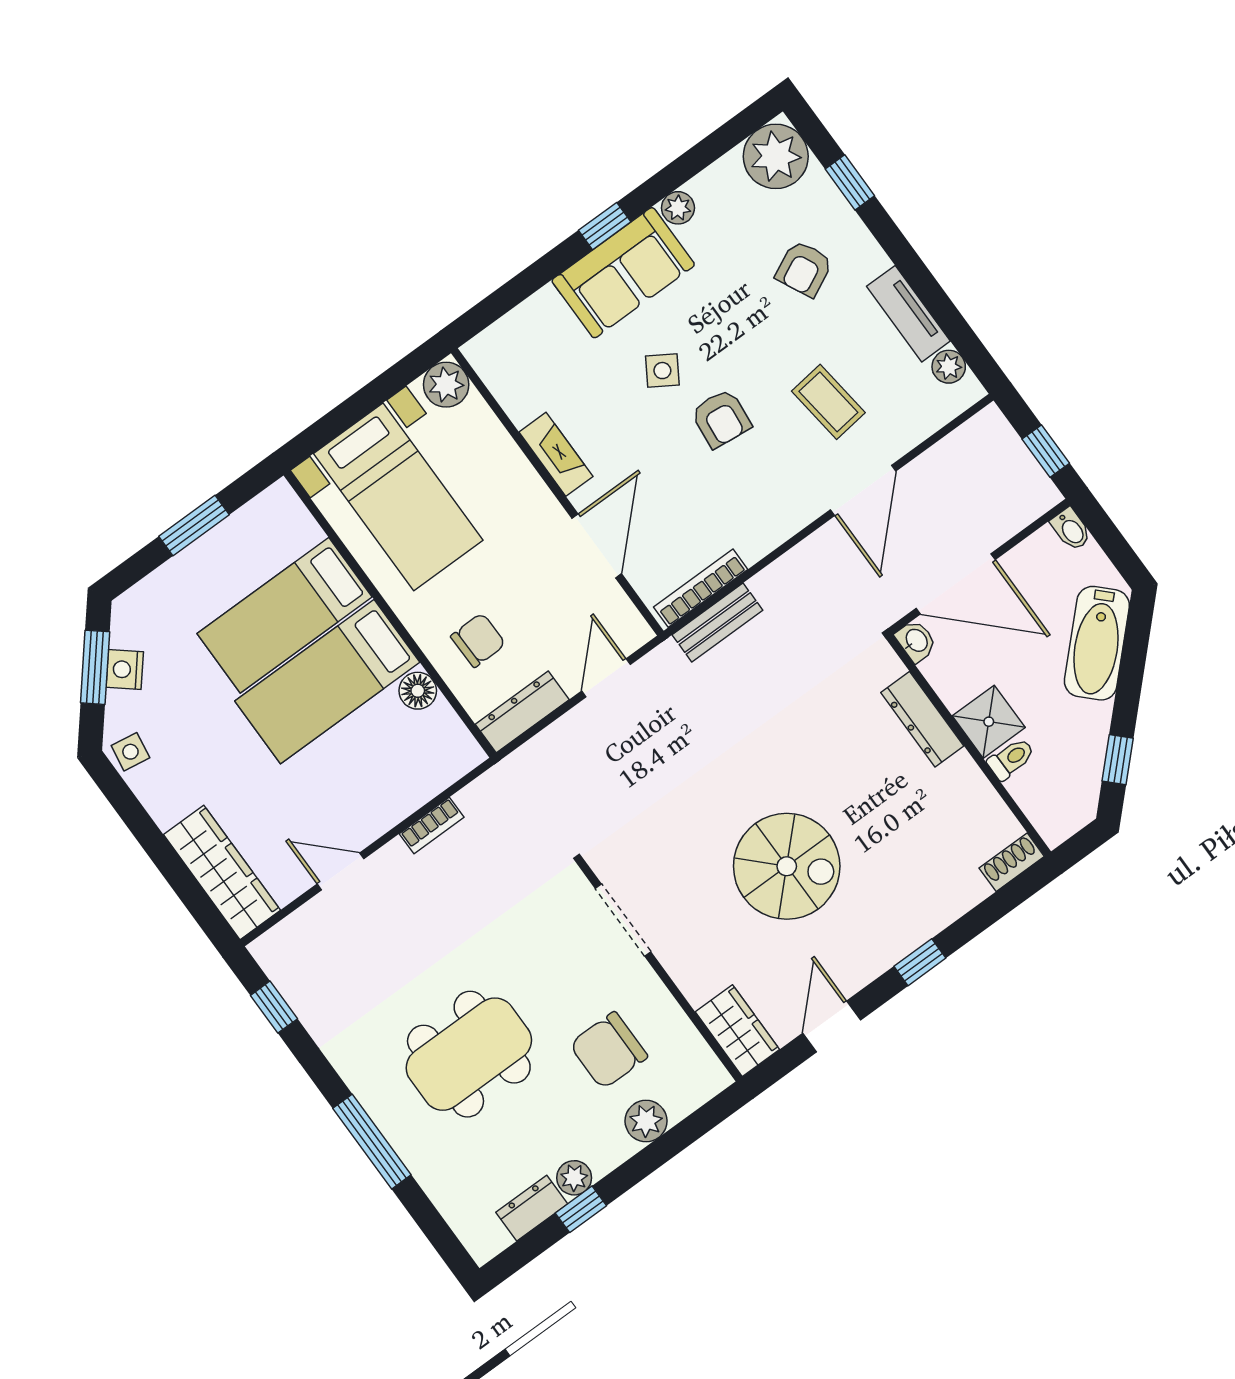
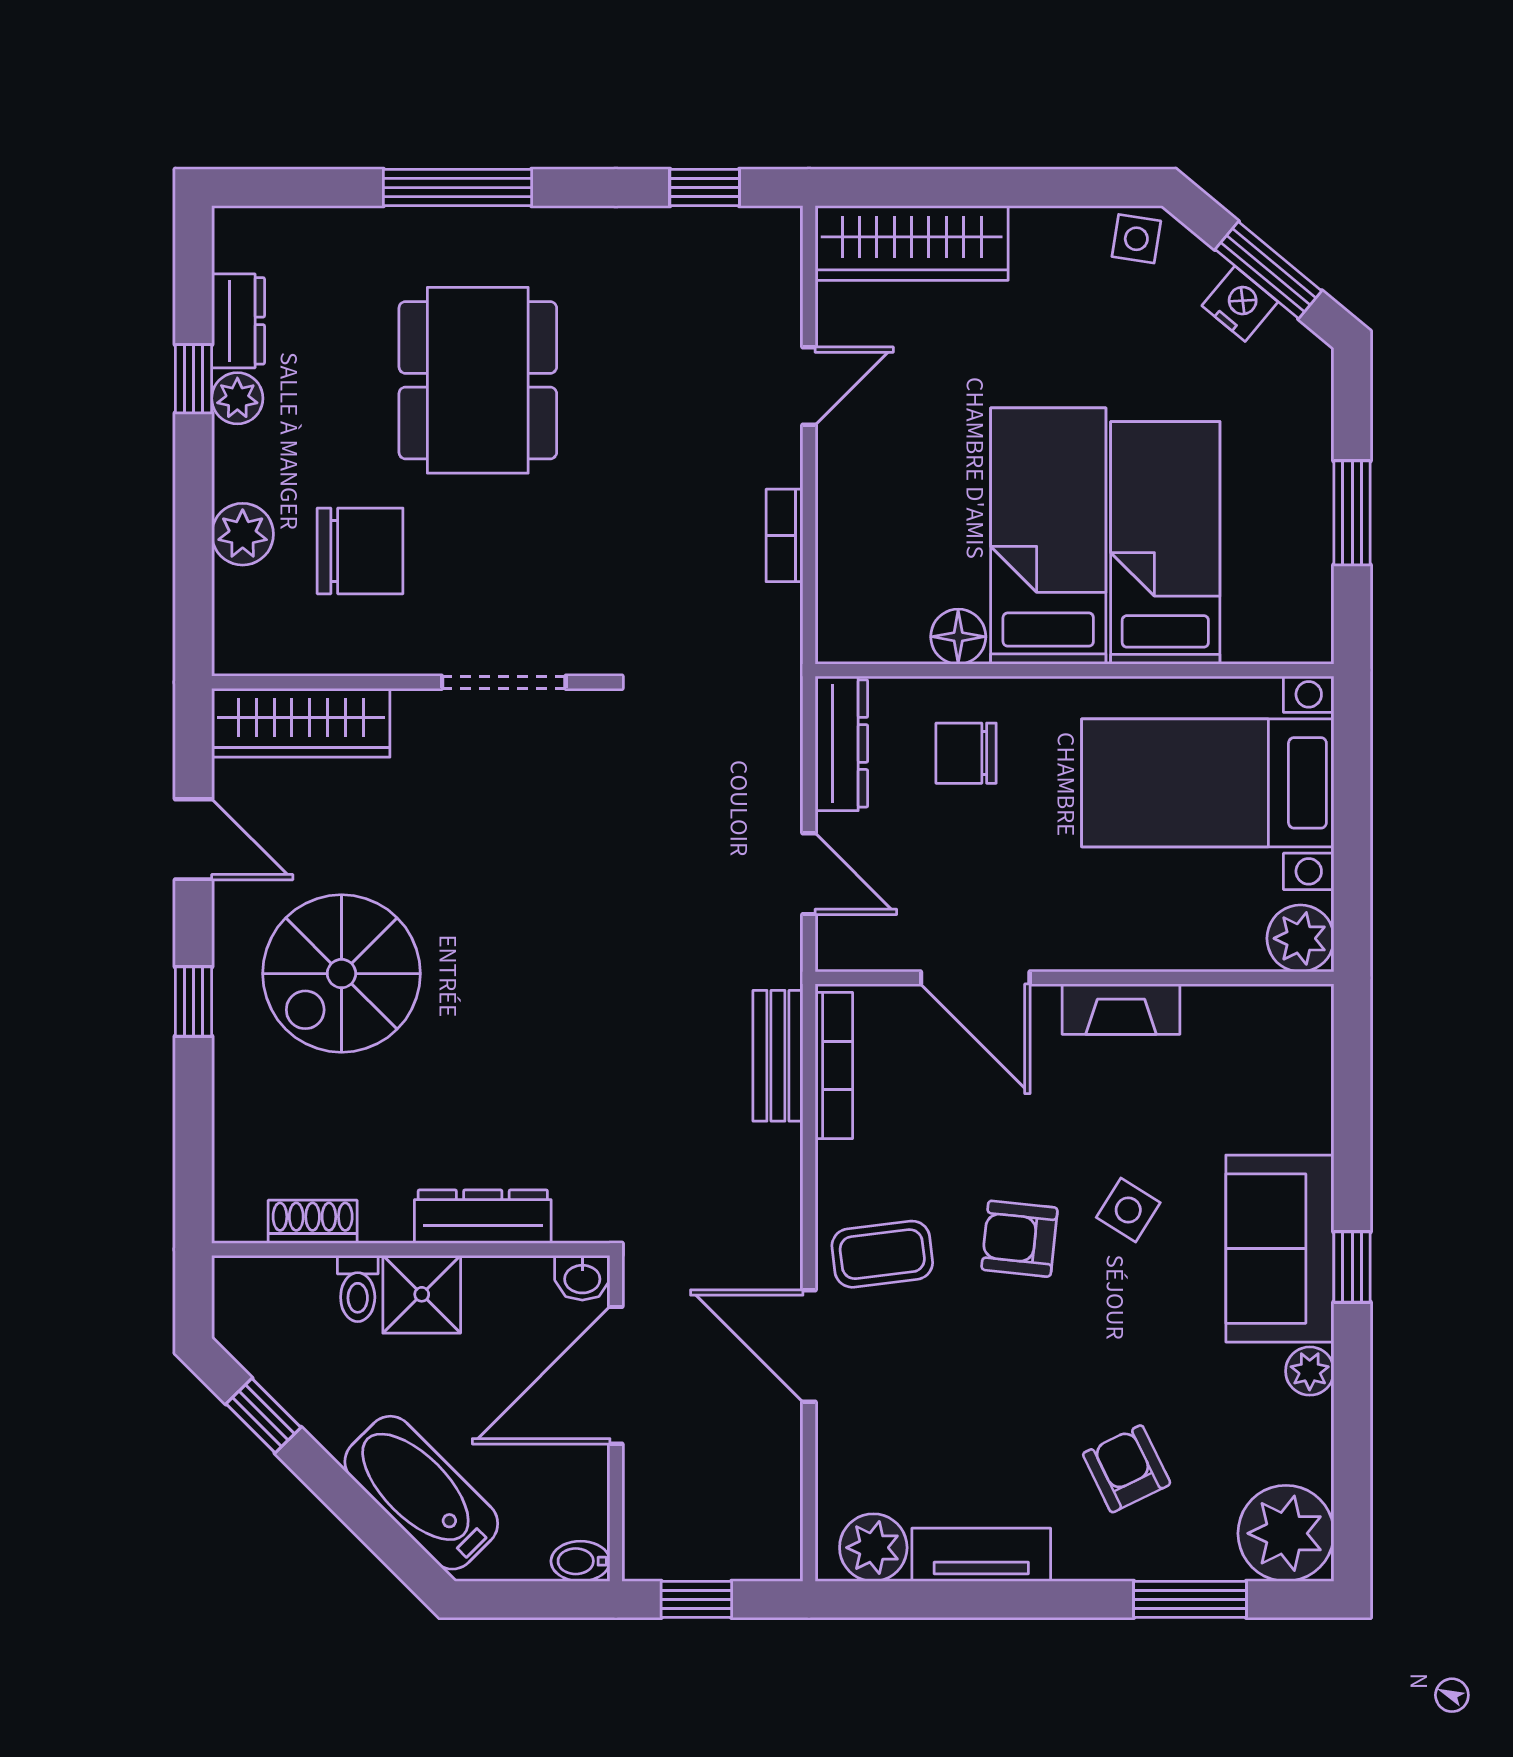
window: (850, 182) -> (1190, 1599), width x1.50
plant: (949, 367) -> (873, 1548), width x1.38, depth x1.38
coffee table: (828, 402) -> (882, 1254), moved
chair: (478, 640) -> (966, 753), turned 91
shoe rack: (1012, 862) -> (313, 1222), moved, turned -90
spiral stairs: (787, 866) -> (341, 974), moved
wardrobe: (737, 1031) -> (301, 723), width x1.50
chair: (609, 1050) -> (360, 551), turned 90

